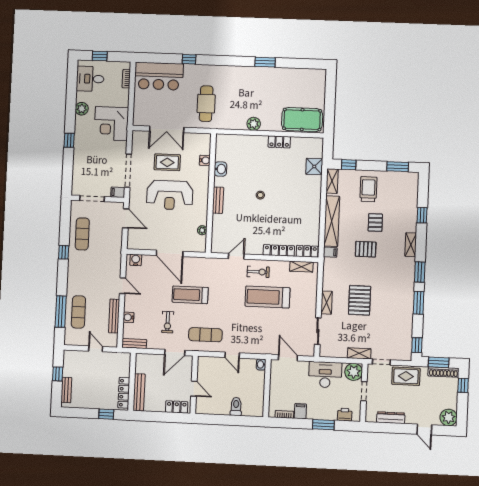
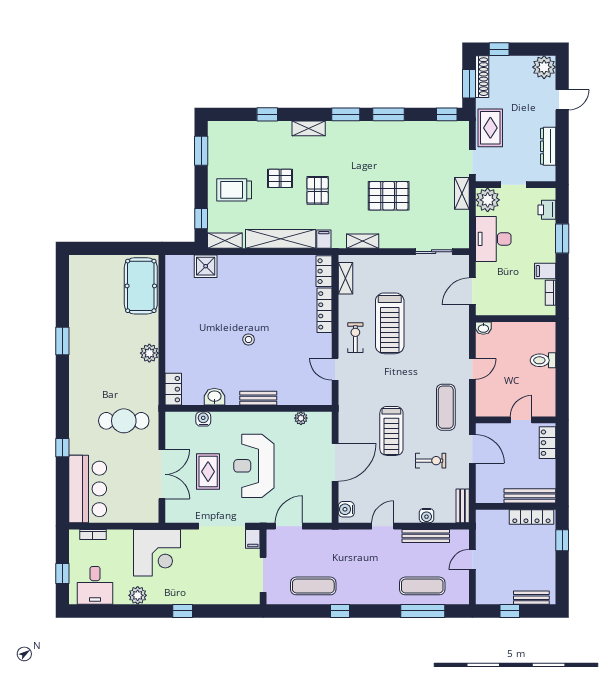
locker: (279, 142) -> (173, 389), moved
reception desk: (170, 195) -> (254, 466), turned 180
shelving: (327, 303) -> (363, 241), moved

